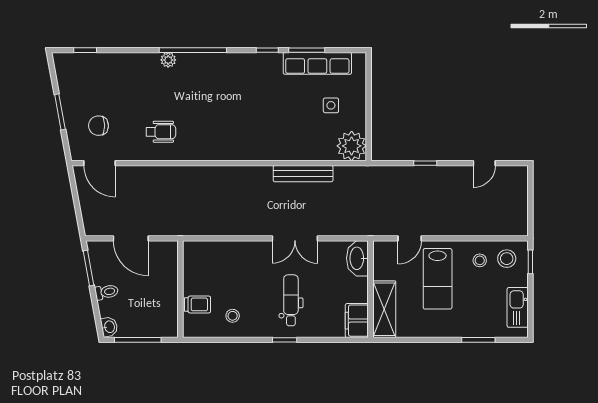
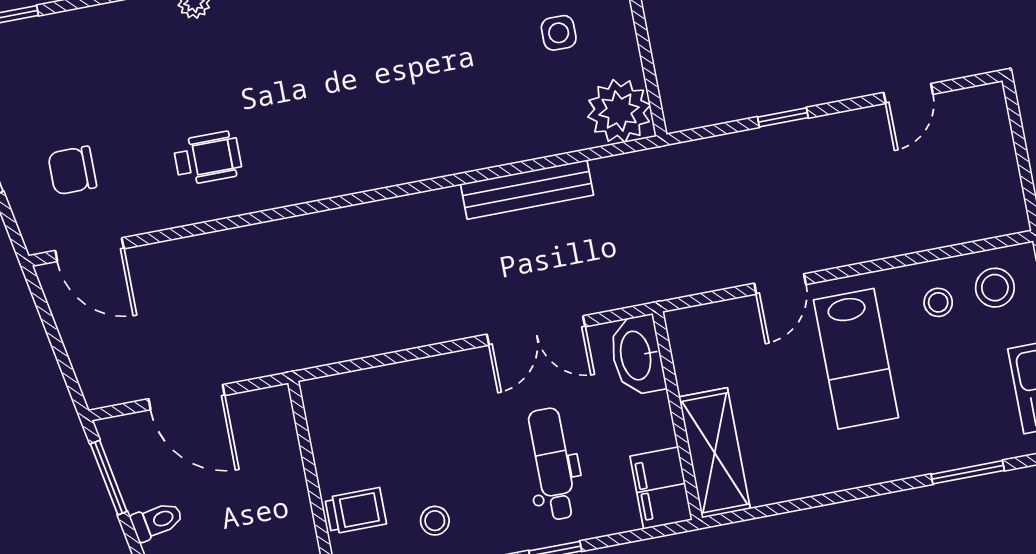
washbasin: (357, 258) -> (637, 355), moved
wall: (371, 289) -> (677, 416), moved
shelving: (384, 309) -> (715, 453), moved
filing cabinet: (357, 321) -> (661, 488), moved

